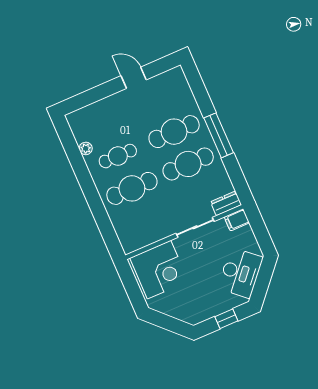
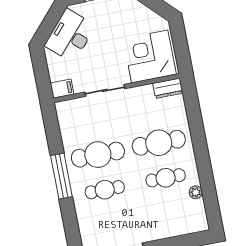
cafe table: (174, 132) -> (105, 190), width x0.73, depth x0.74
dresser: (226, 203) -> (168, 88), moved

